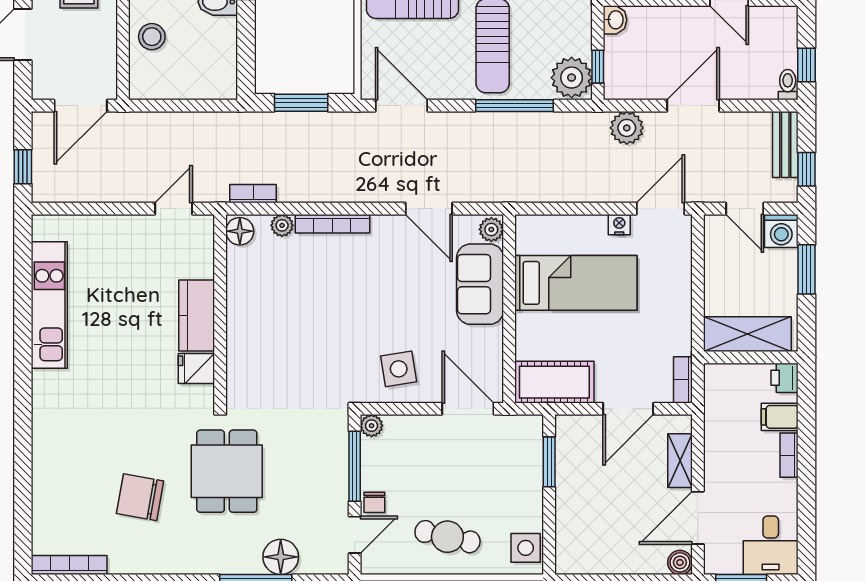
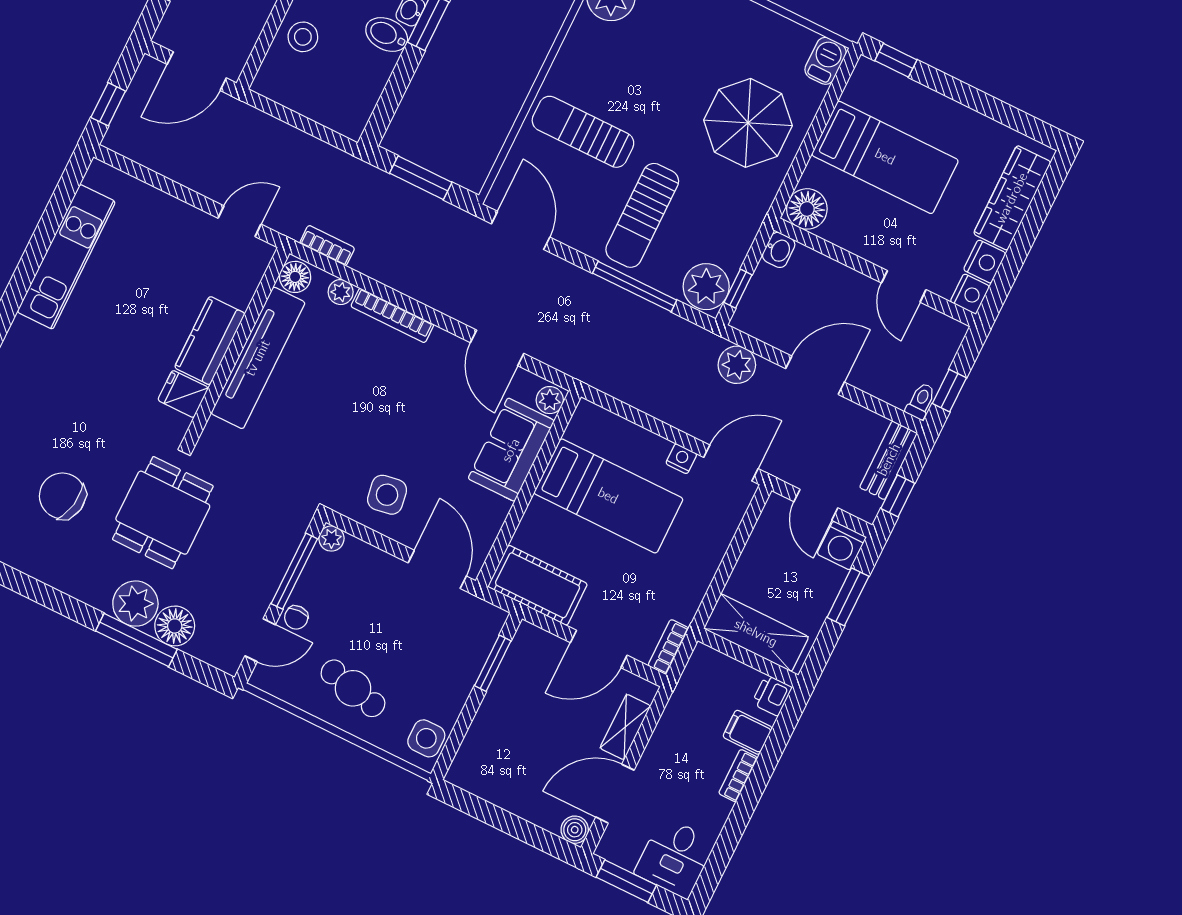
tv unit: (242, 310) -> (258, 358), added
plant: (241, 555) -> (135, 604), added

